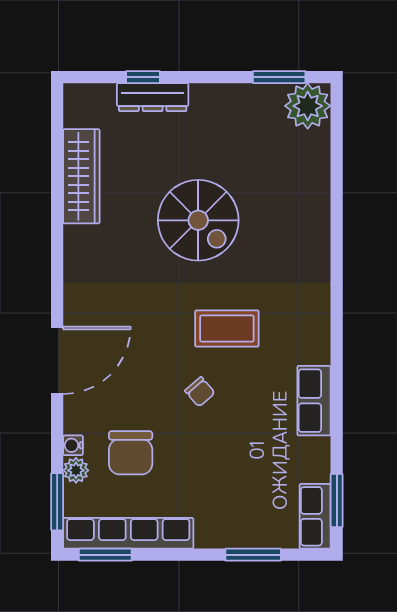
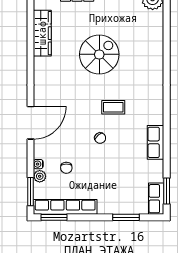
spiral stairs: (198, 220) -> (99, 54), turned -90
coffee table: (227, 329) -> (113, 107), width x0.73, depth x0.77
chair: (131, 453) -> (66, 168), width x0.54, depth x0.54

